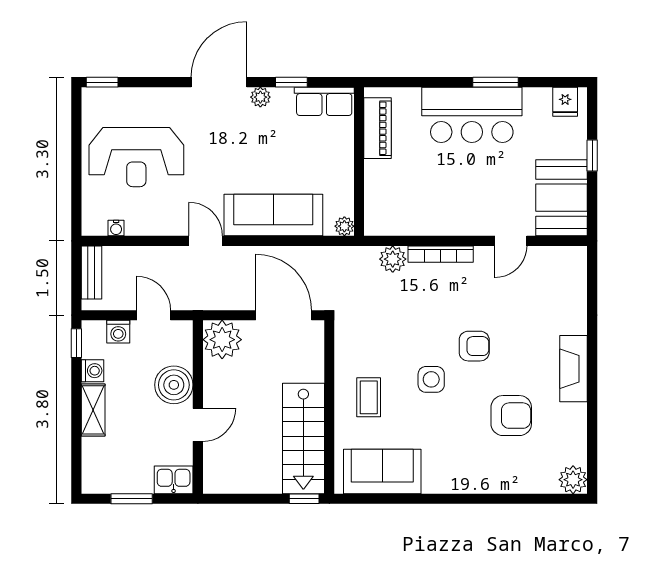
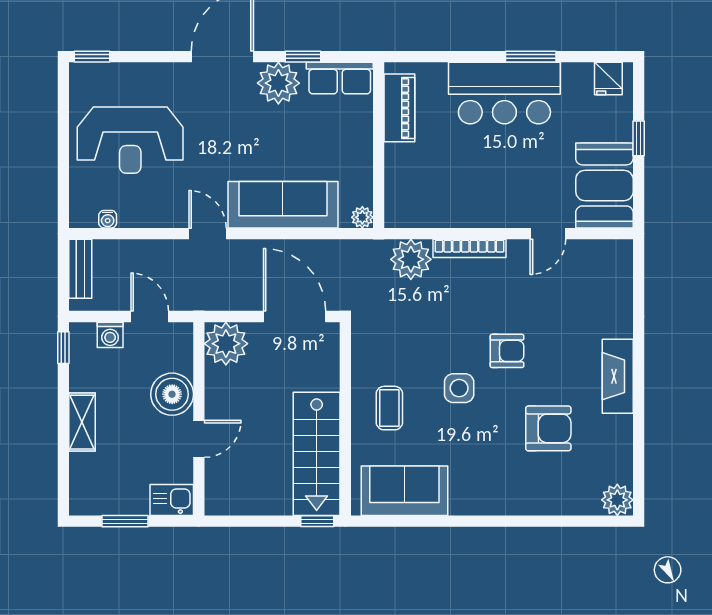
plant: (260, 97) -> (278, 83), width x1.88, depth x1.88
plant: (393, 259) -> (411, 259), width x1.36, depth x1.36
washing machine: (92, 371) -> (81, 378), removed

